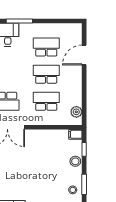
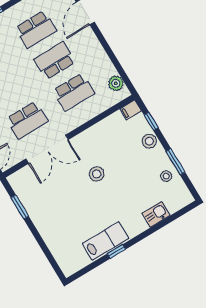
school desk: (46, 47) -> (36, 29), turned 180
school desk: (46, 101) -> (74, 92), turned 180
stool: (29, 162) -> (97, 174), added

